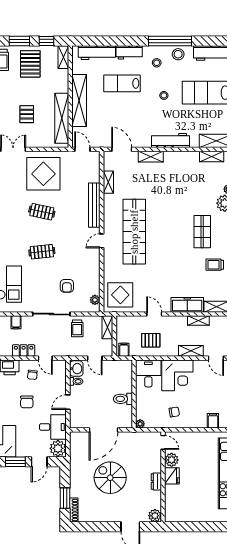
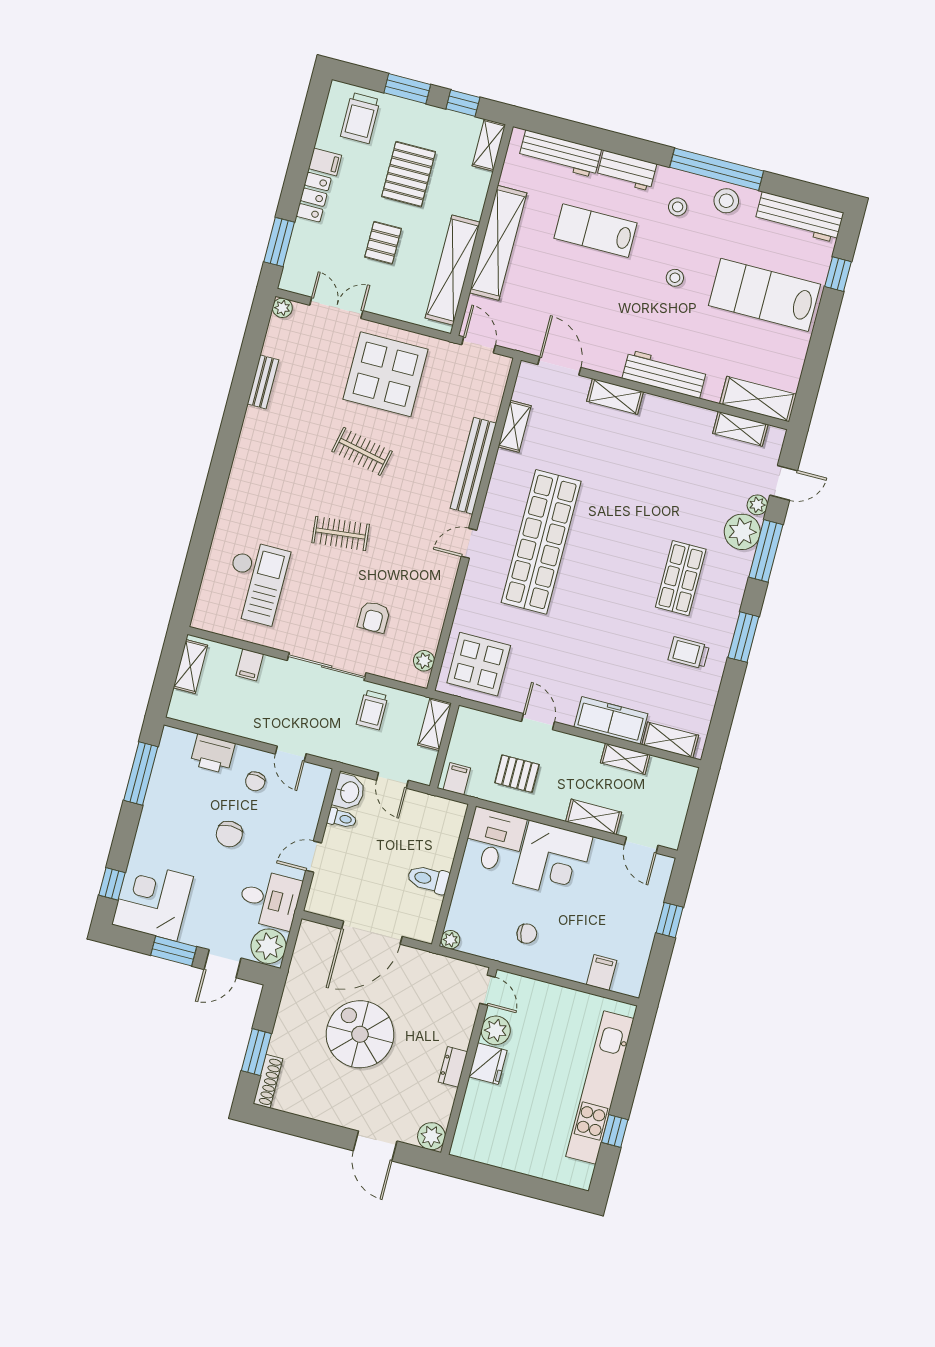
pallet: (30, 64) -> (409, 174), moved
locker: (24, 350) -> (250, 727), removed

